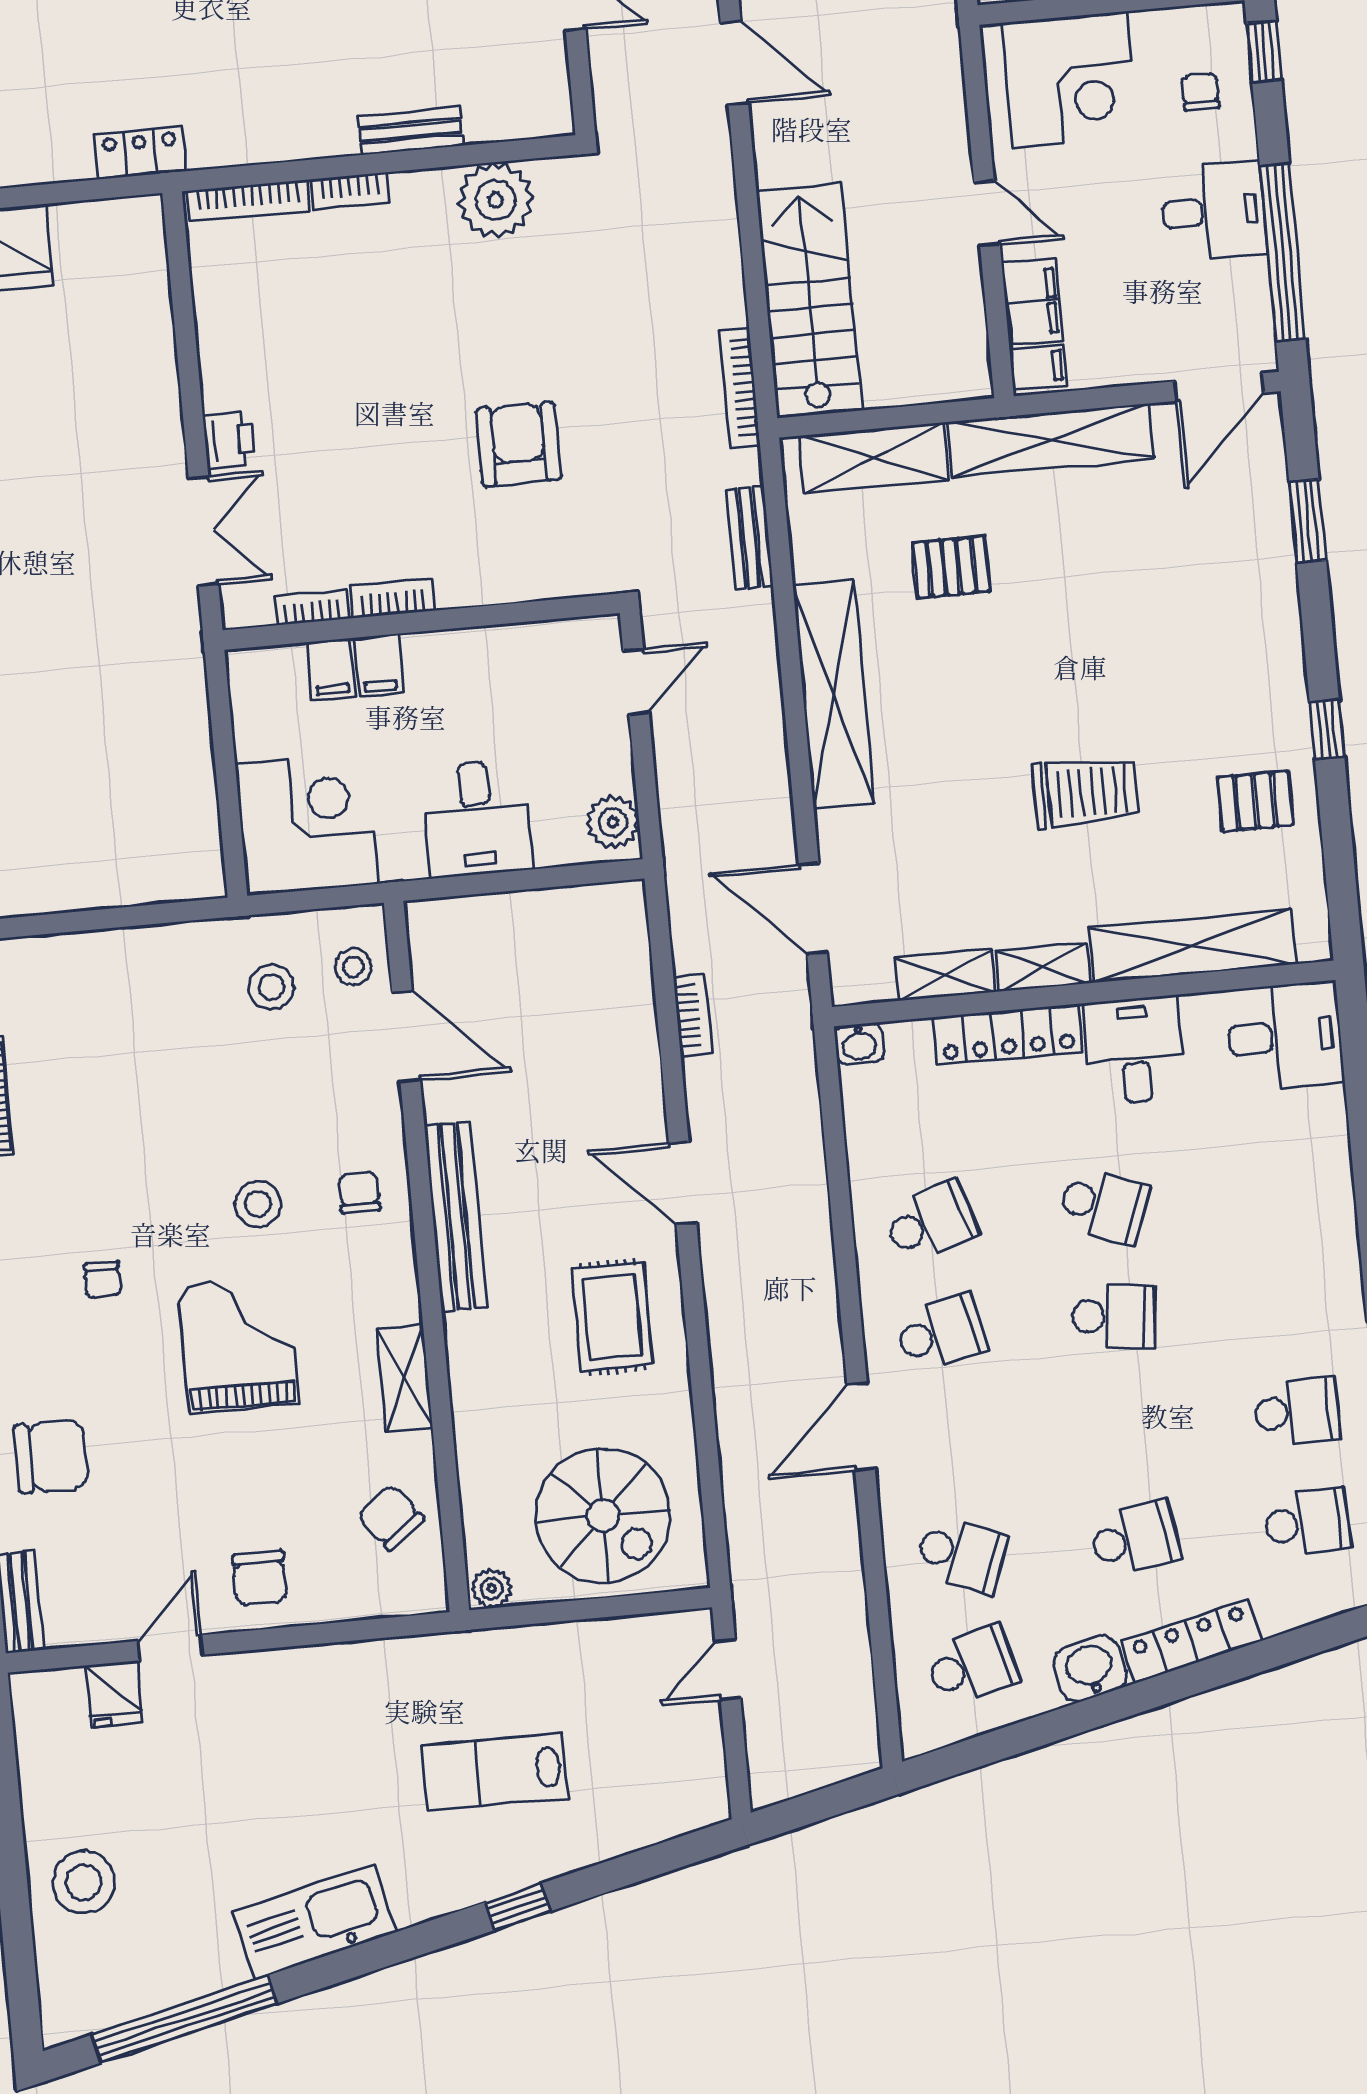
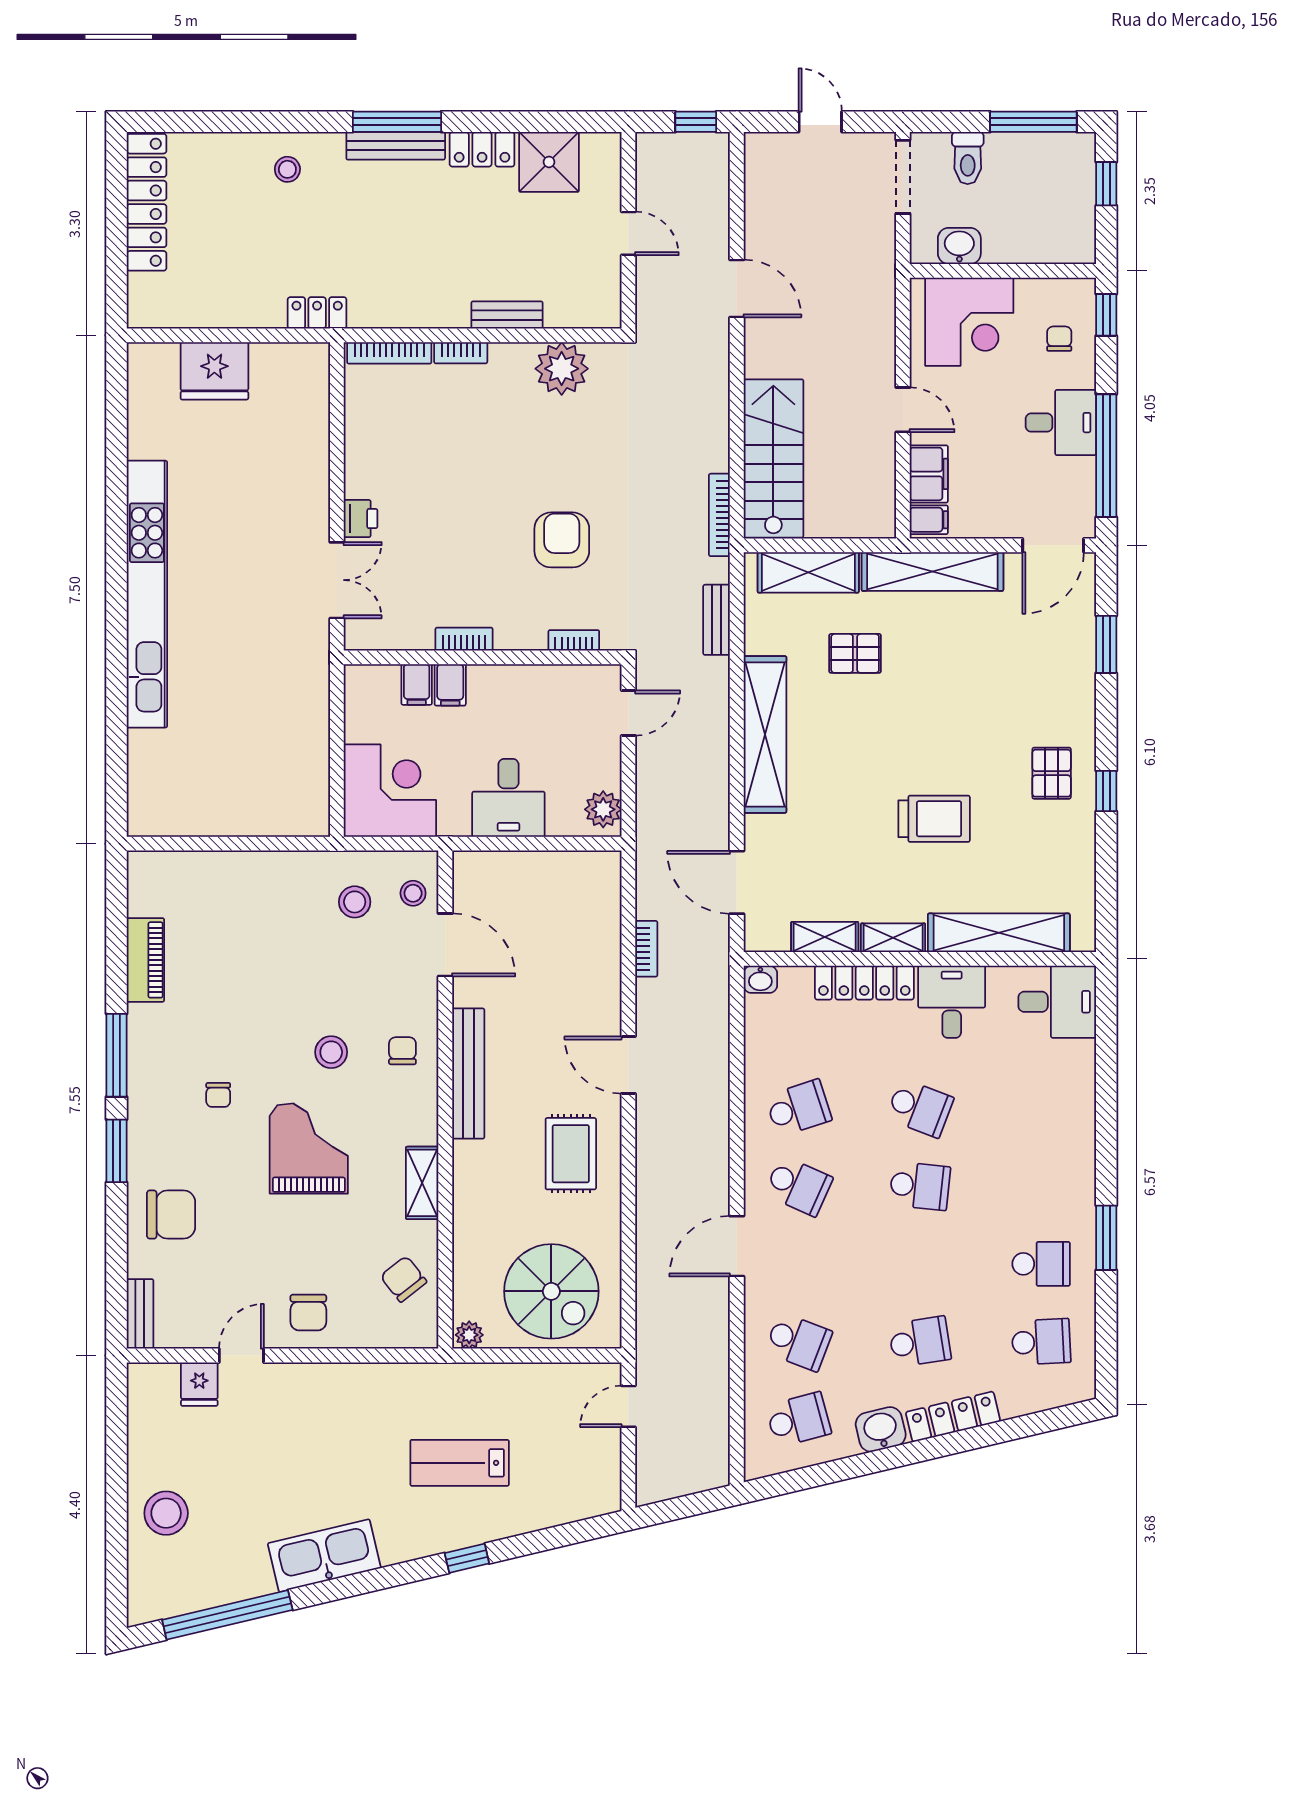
bookcase: (312, 608) -> (574, 640), moved
pallet: (1255, 801) -> (1052, 773), moved, turned 90
school desk: (941, 1333) -> (798, 1186), turned 36

